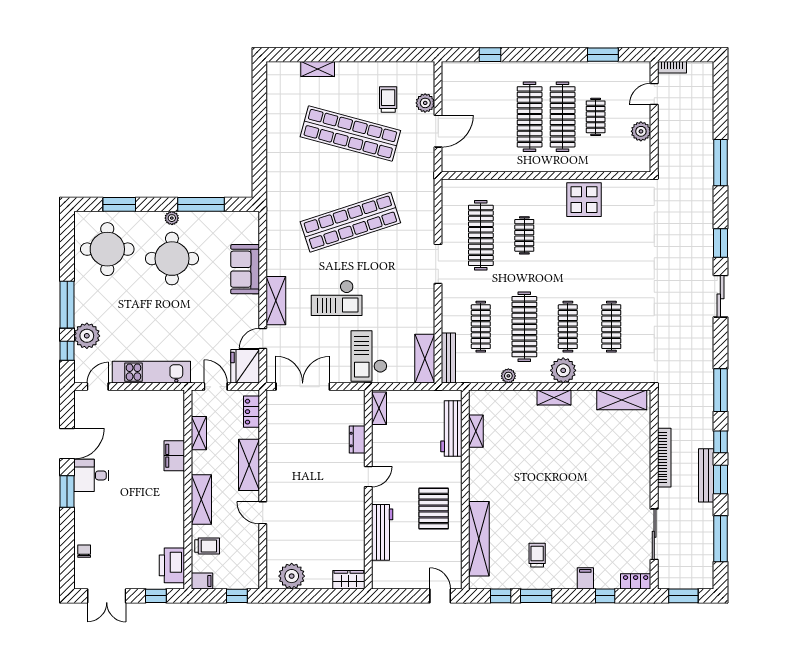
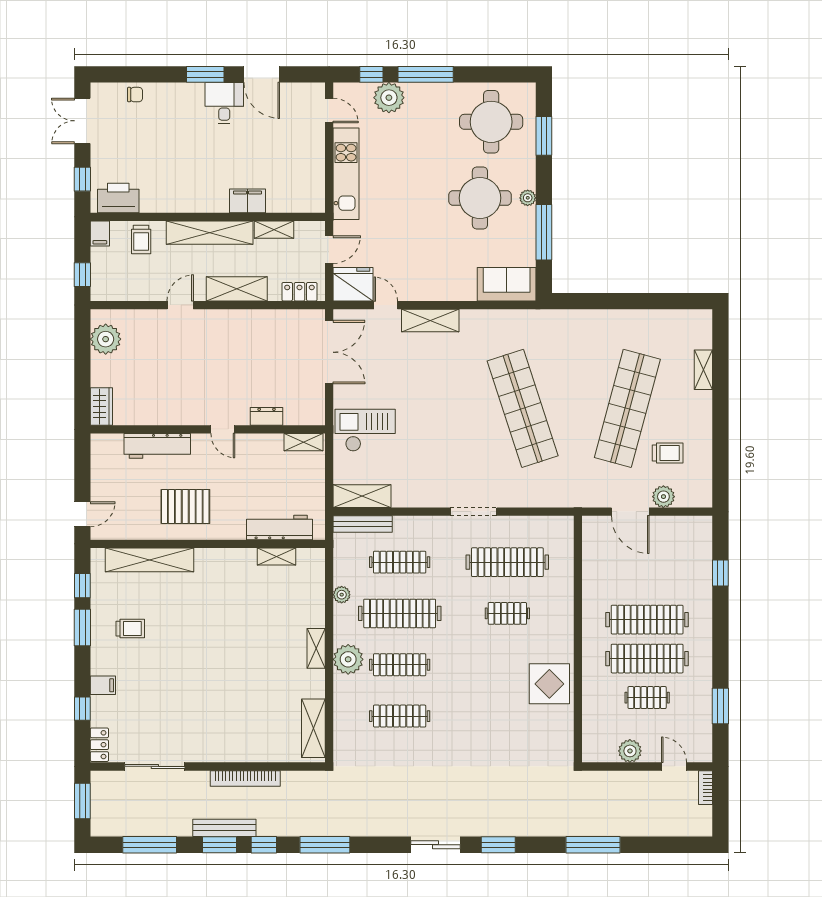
sofa: (245, 269) -> (507, 284), moved
checkout: (337, 298) -> (434, 392), removed
shelving: (201, 499) -> (210, 233), width x1.47

